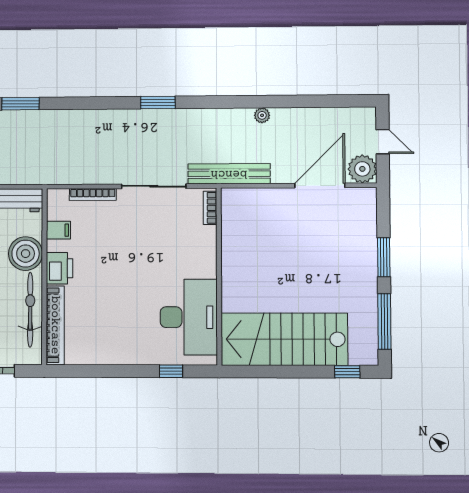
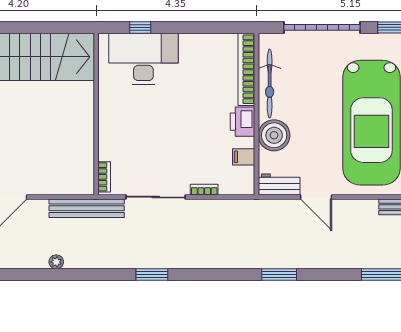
bookcase: (93, 194) -> (204, 190), width x0.64
desk: (189, 317) -> (143, 59), moved, turned 90

